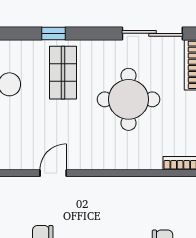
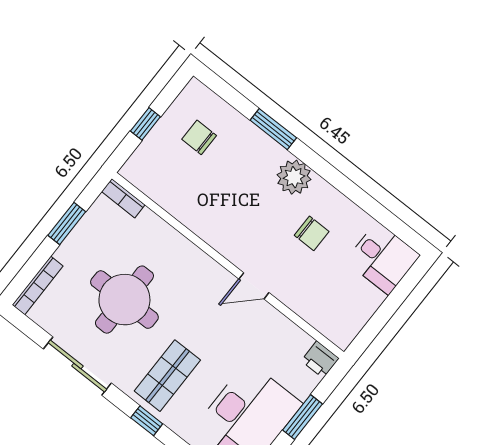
sliding door: (152, 33) -> (77, 366), moved

